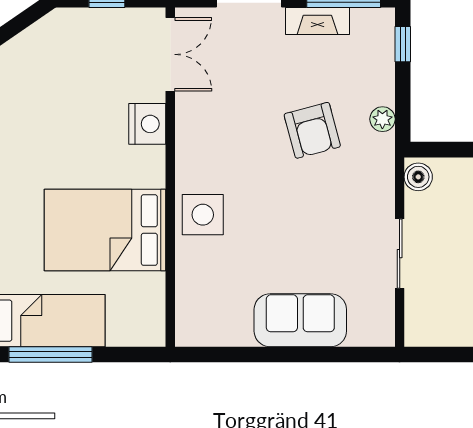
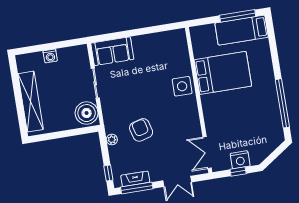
fireplace: (317, 21) -> (135, 179), moved
nightstand: (147, 124) -> (240, 160), moved, turned -90
boiler: (418, 177) -> (87, 113), width x1.86, depth x1.86
sofa: (300, 320) -> (112, 51), moved

